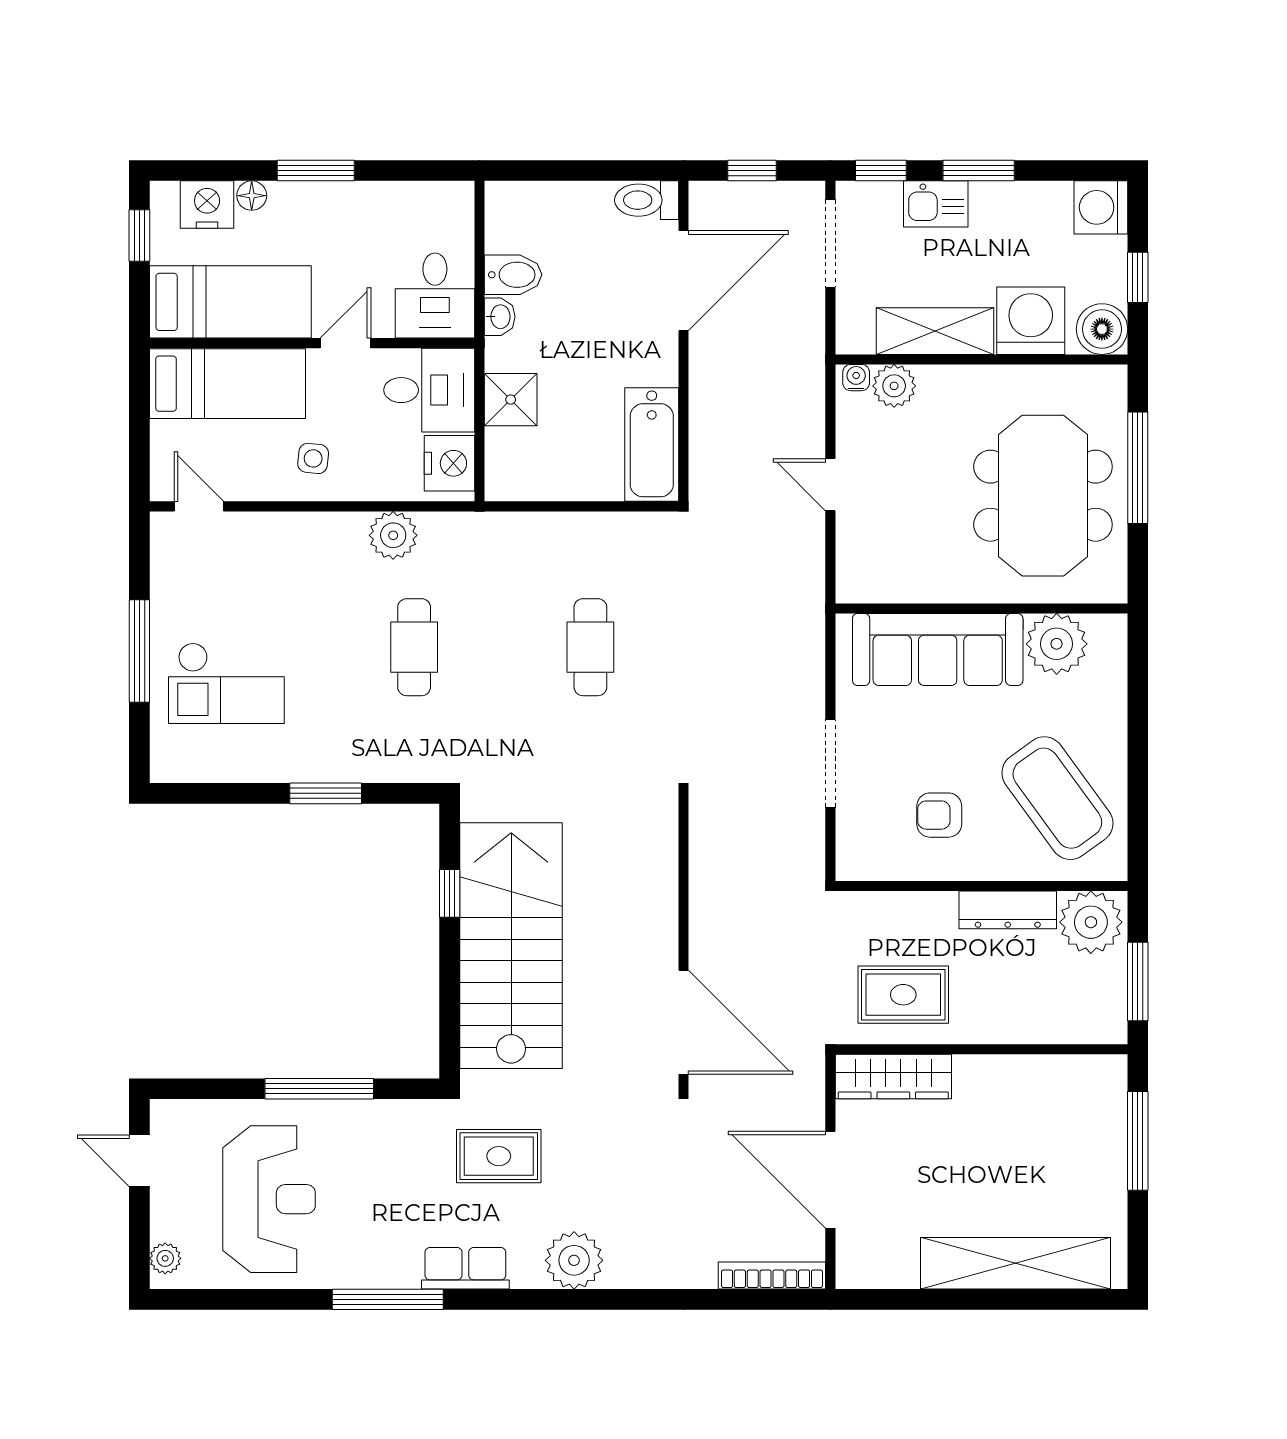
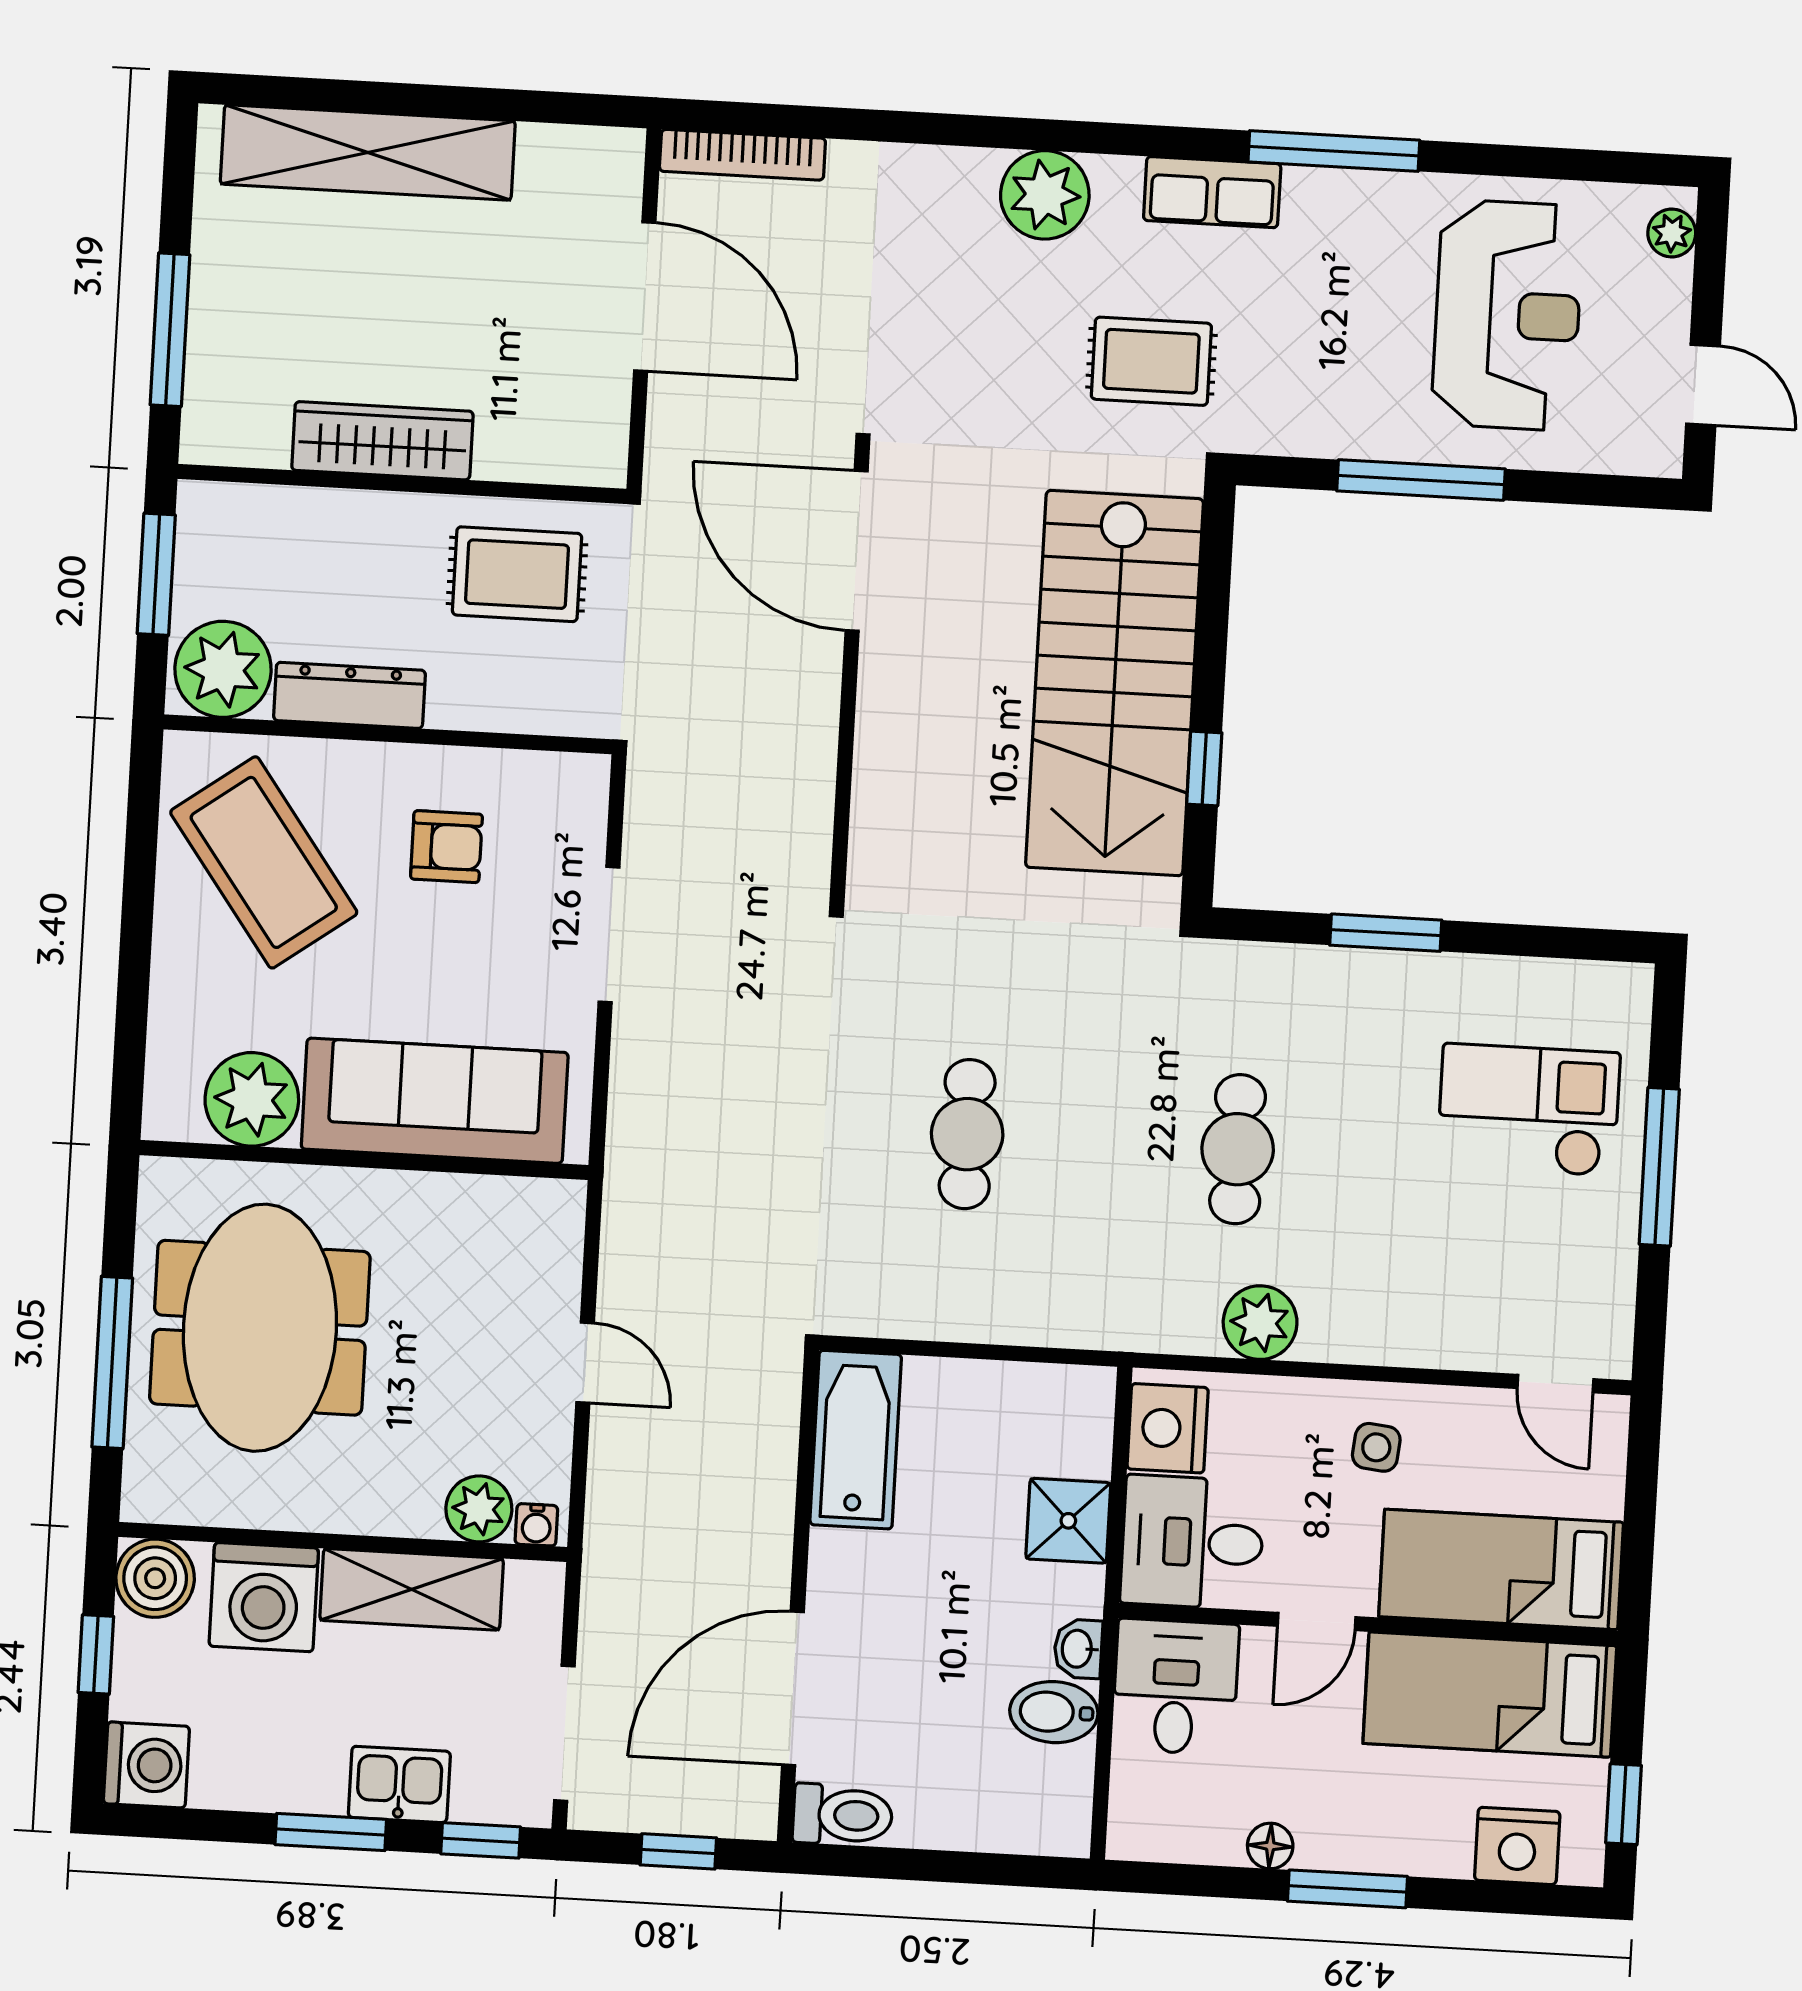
floor lamp: (252, 196) -> (1270, 1846), moved
wardrobe: (893, 1077) -> (382, 441), moved
reception desk: (269, 1199) -> (1507, 315), turned 180

